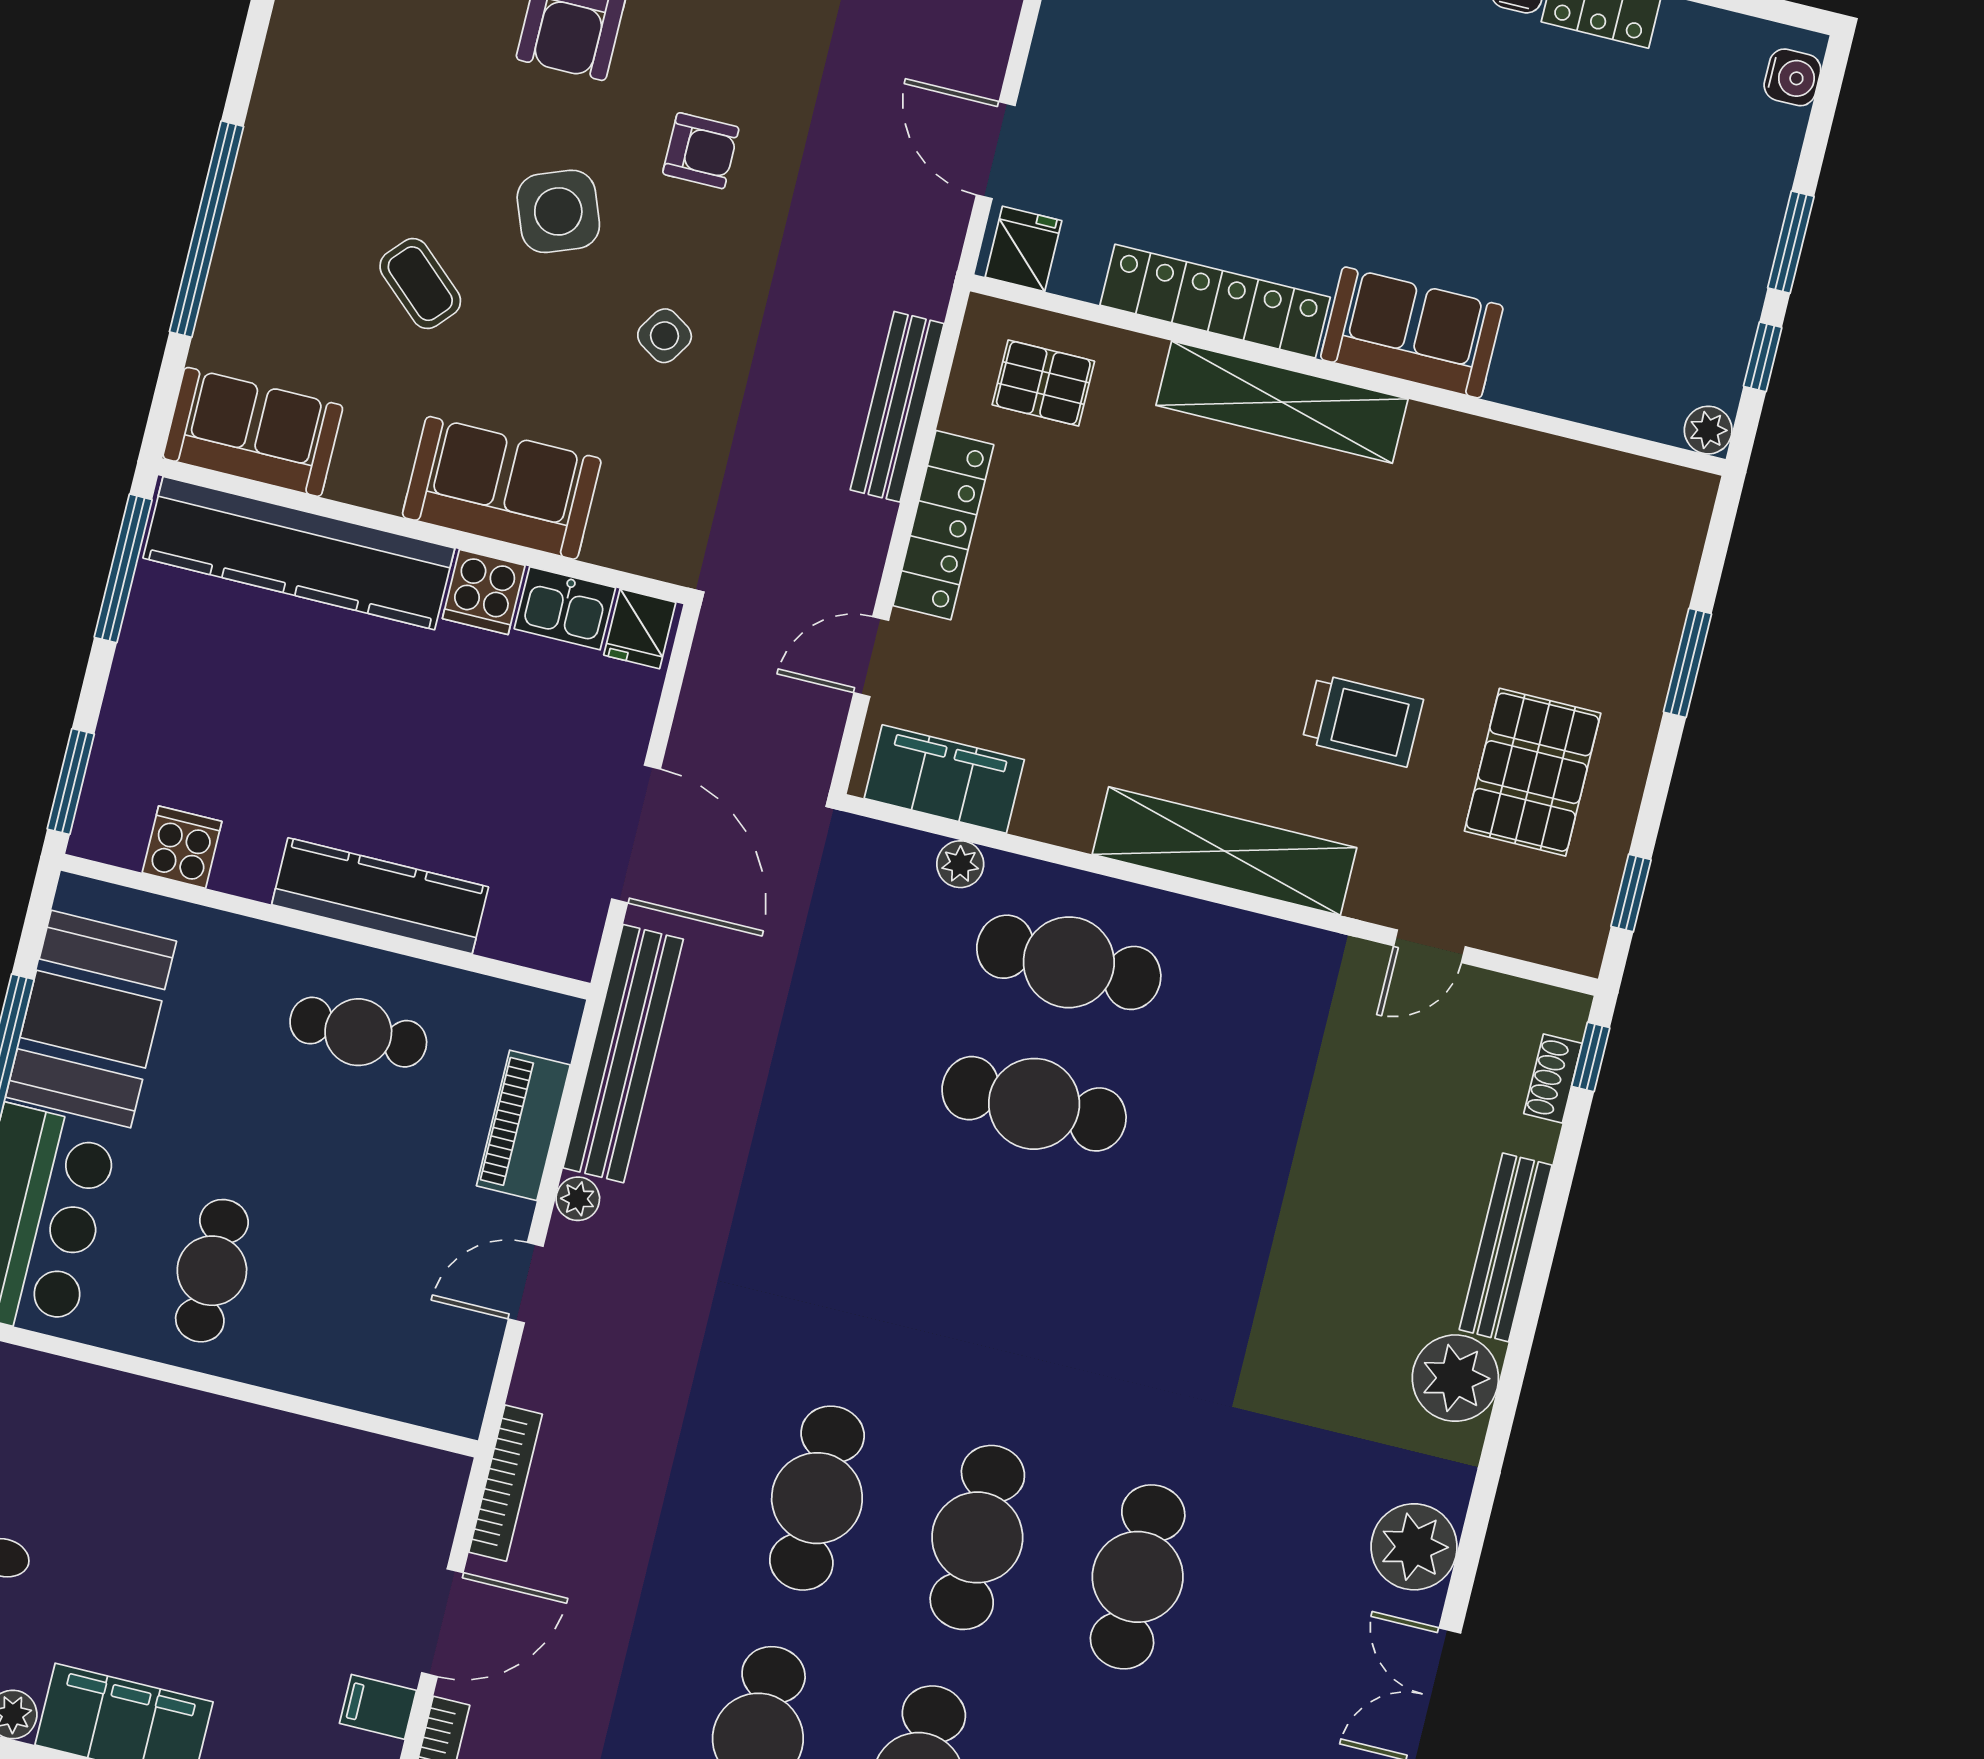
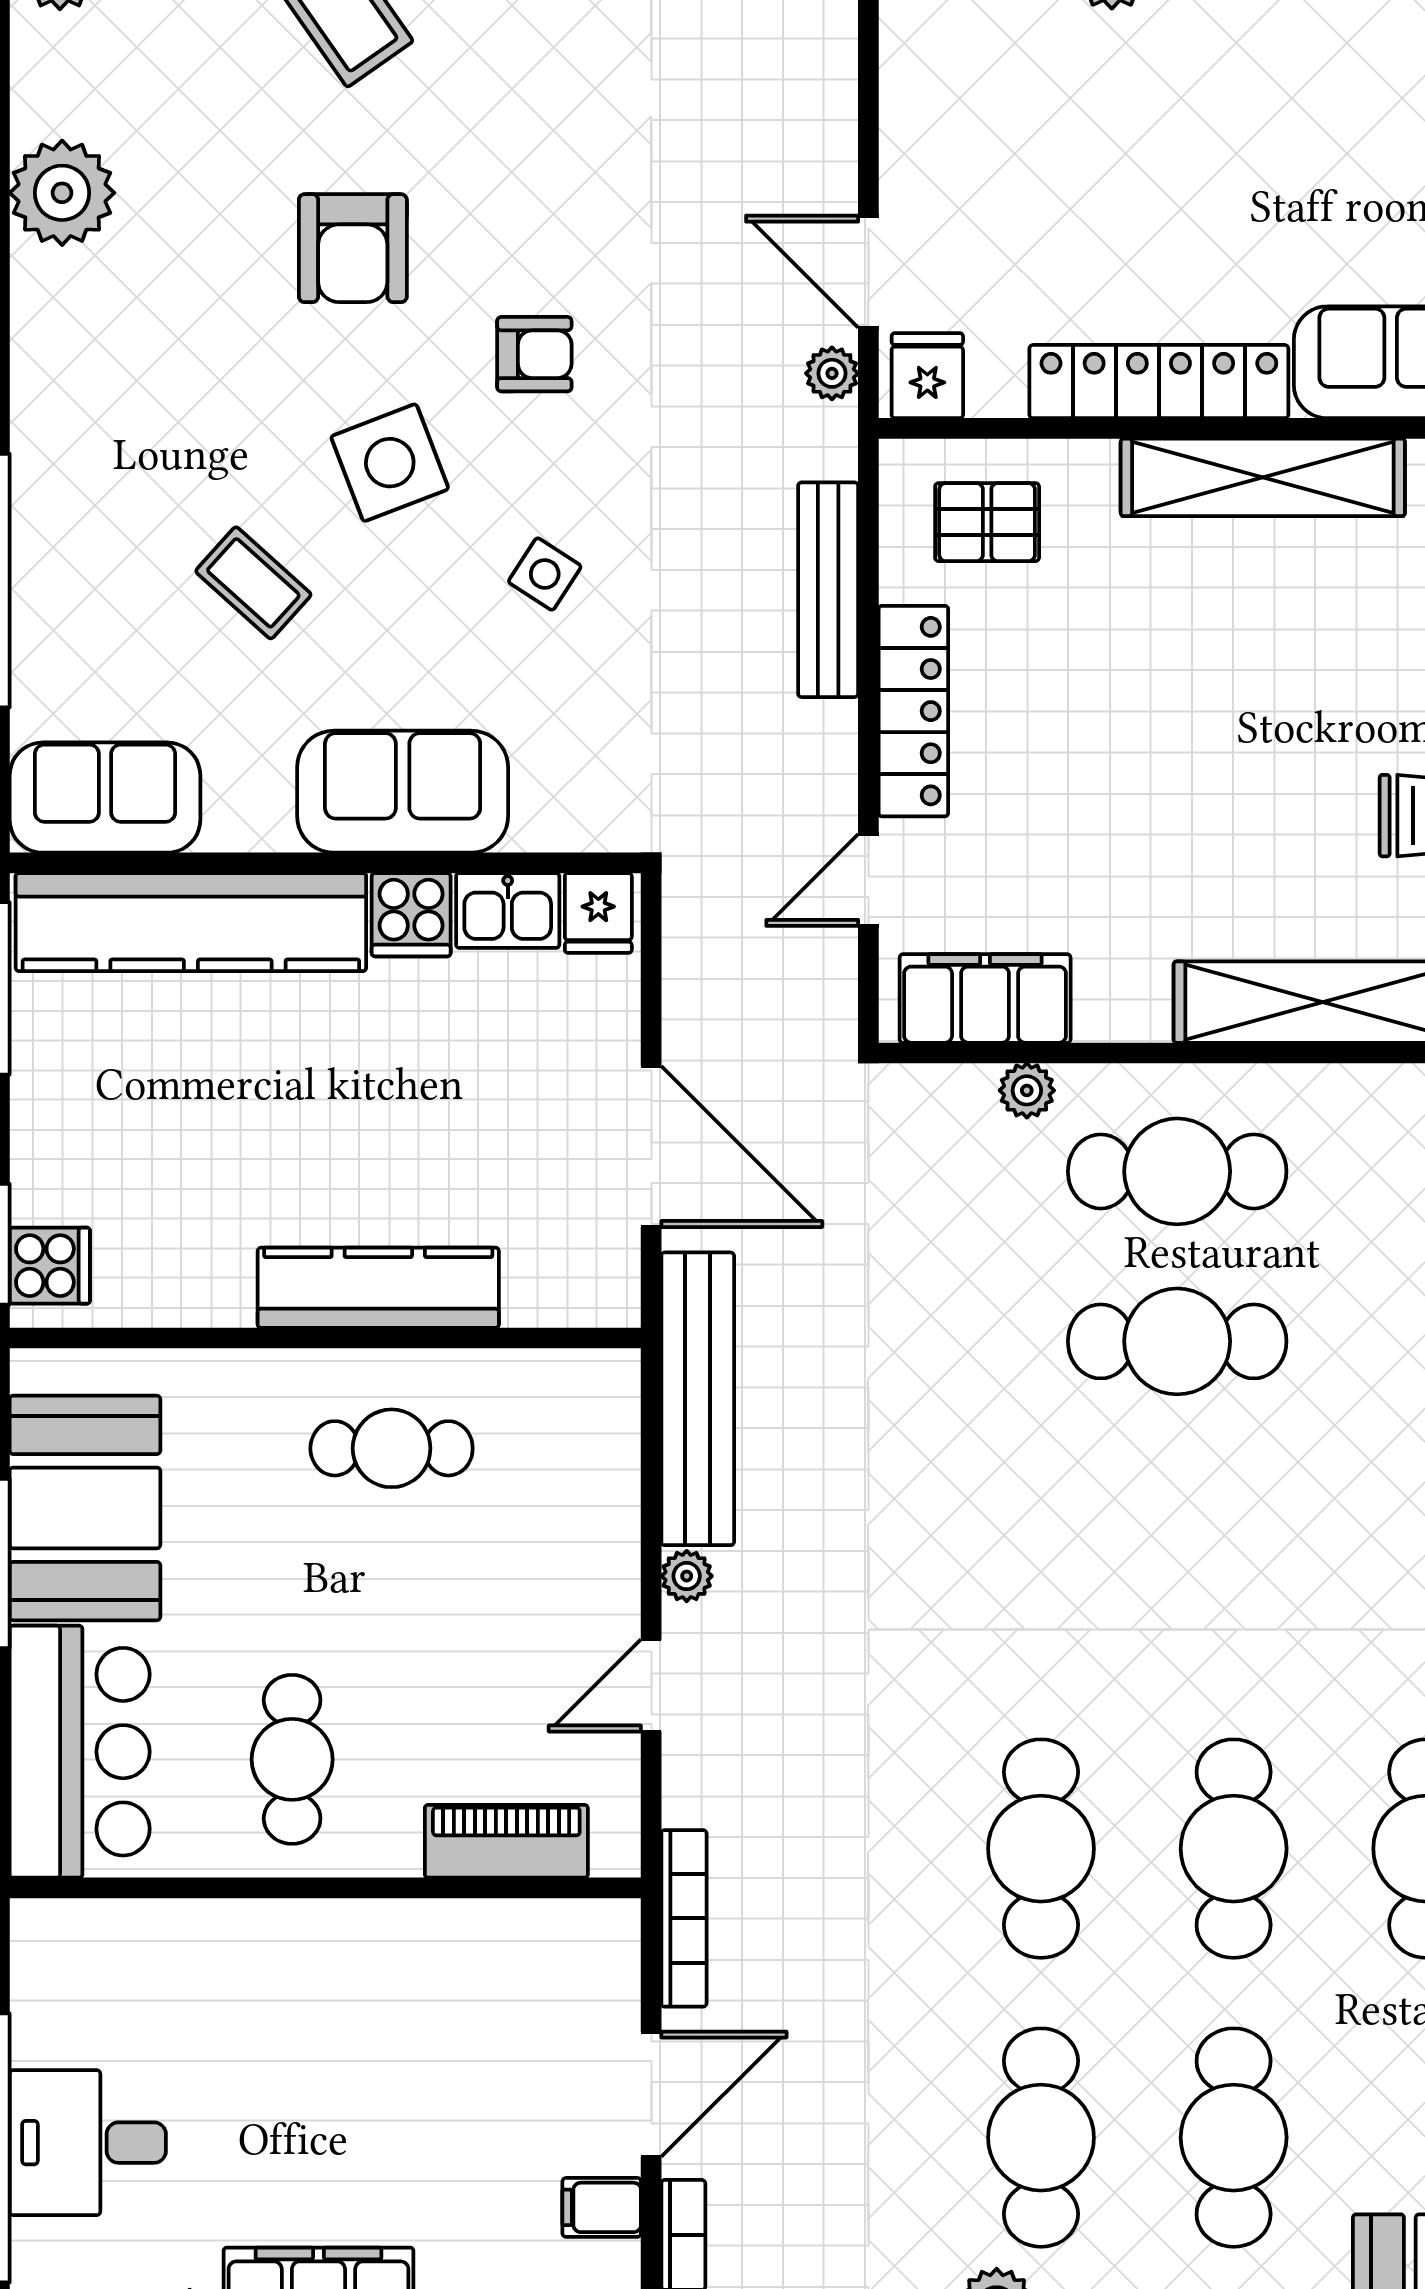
plant: (945, 227) -> (832, 373), added
cooker: (182, 847) -> (50, 1266), moved, turned 90
piano: (523, 1125) -> (506, 1841), moved, turned 90

